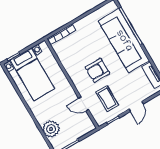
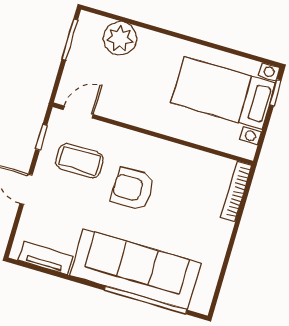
armchair: (97, 70) -> (133, 189), turned -90
door: (84, 104) -> (78, 112), moved

